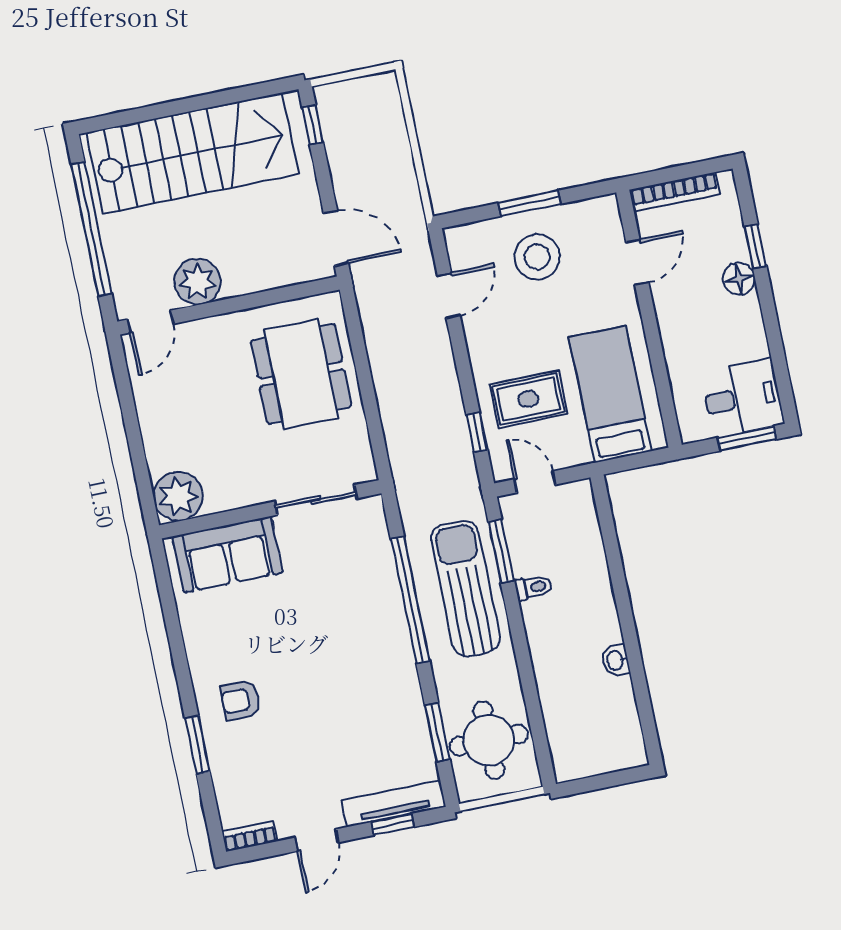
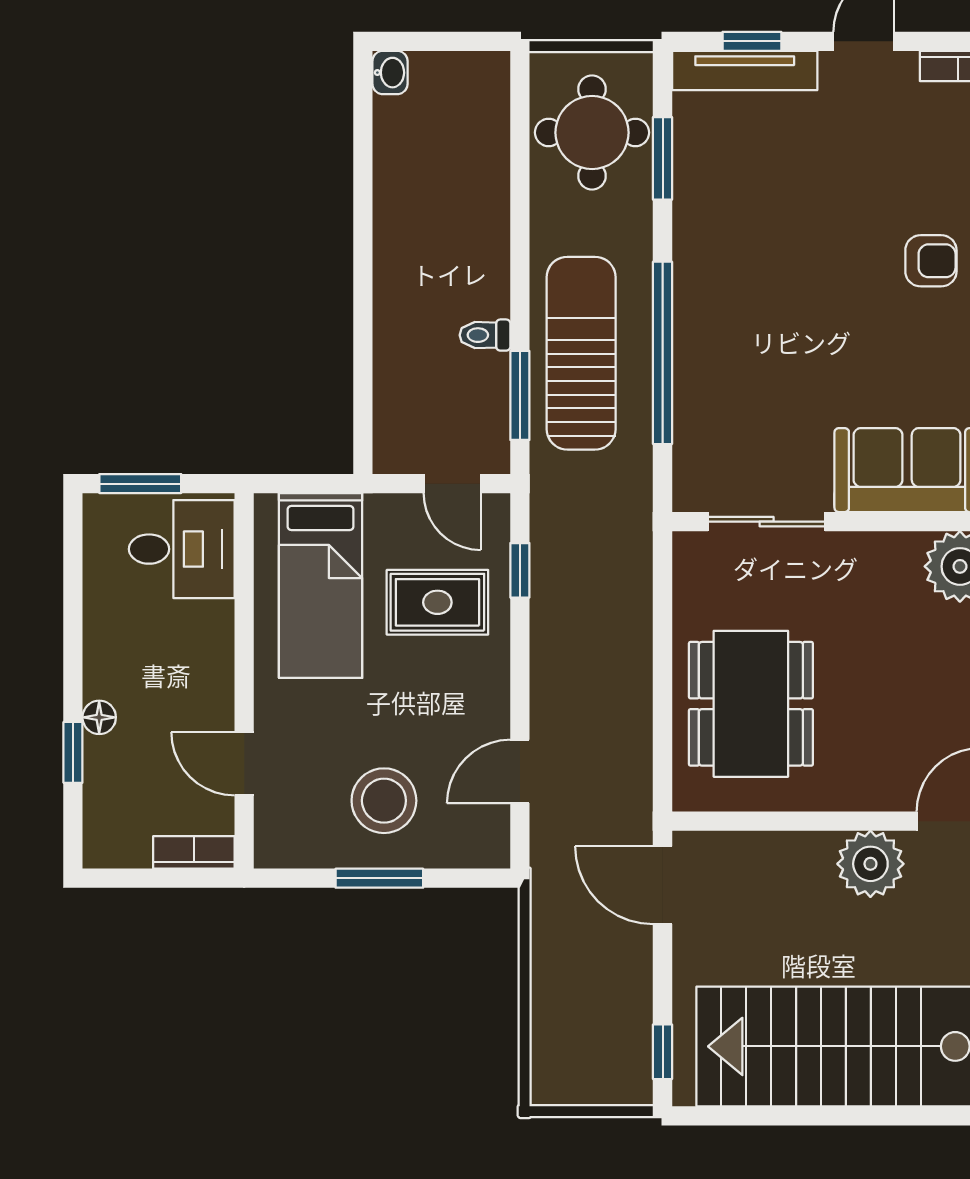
bookcase: (675, 192) -> (194, 852), width x0.64
door: (637, 262) -> (244, 764), hinge flipped
floor lamp: (739, 279) -> (99, 717), width x0.73, depth x0.73
desk: (742, 398) -> (182, 549), moved, turned 180
sun lounger: (466, 589) -> (581, 353), turned 180
washbasin: (616, 660) -> (390, 73), moved

